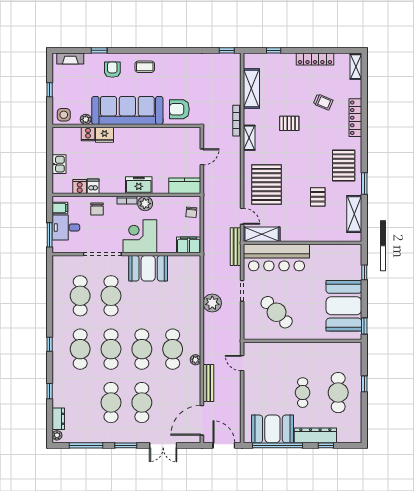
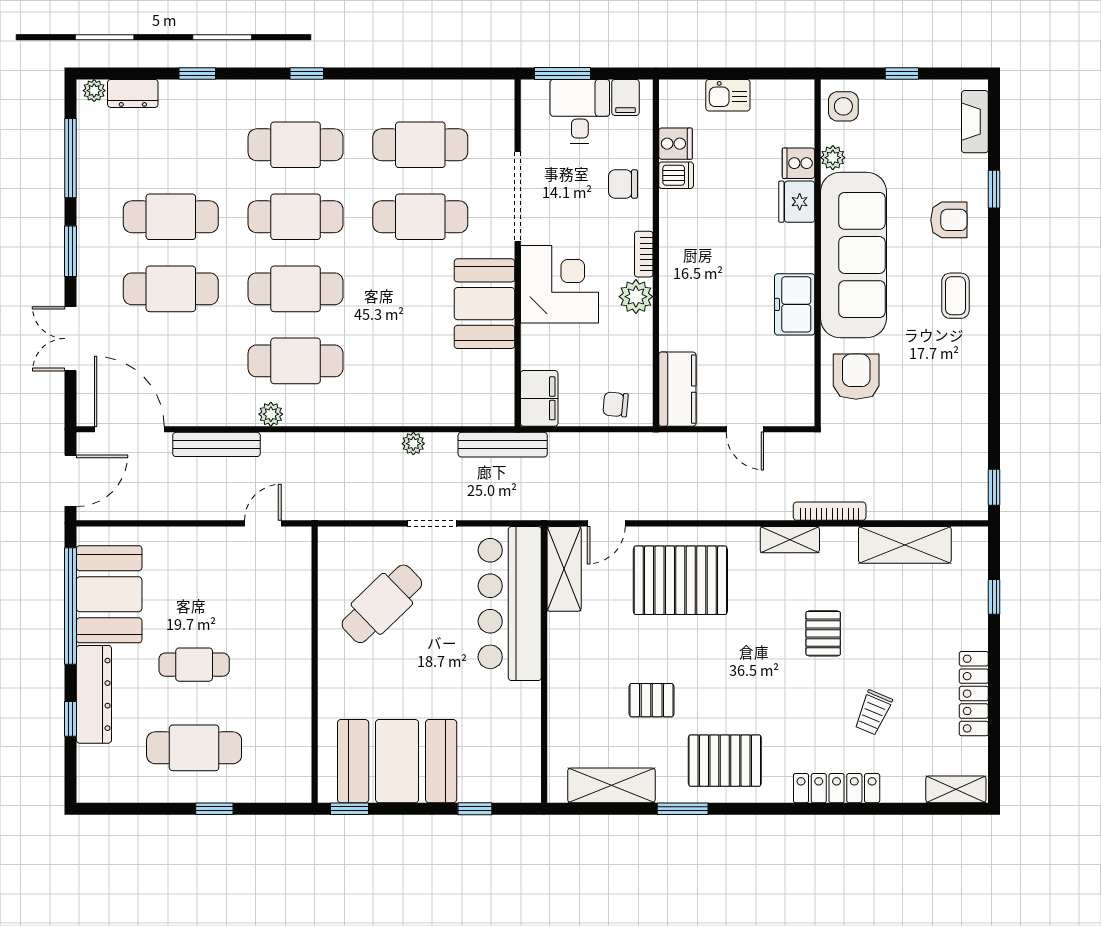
freezer: (139, 185) -> (795, 304), moved, turned 180
bench: (236, 247) -> (503, 445), moved
plant: (212, 303) -> (413, 444), width x0.53, depth x0.53

